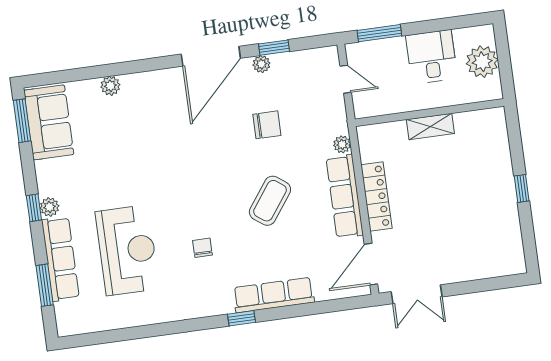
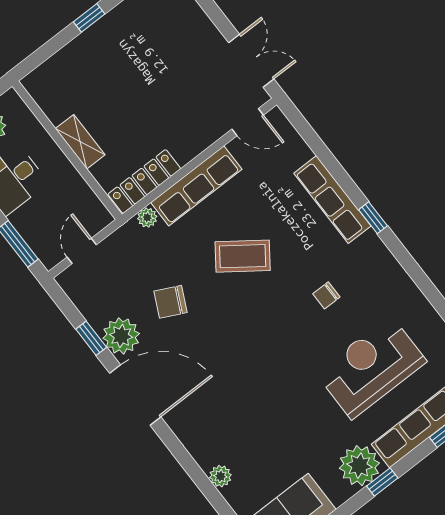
plant: (261, 64) -> (121, 336), width x1.87, depth x1.87
chair: (267, 125) -> (170, 302), turned -64
locker: (376, 196) -> (144, 181), moved
plant: (49, 207) -> (359, 466), width x1.88, depth x1.88
door: (371, 264) -> (248, 122), width x0.73

